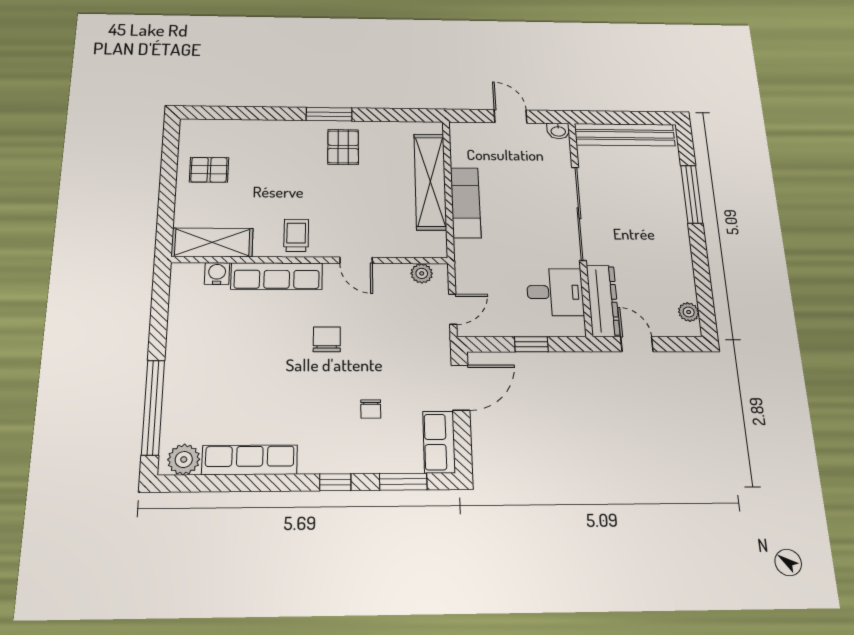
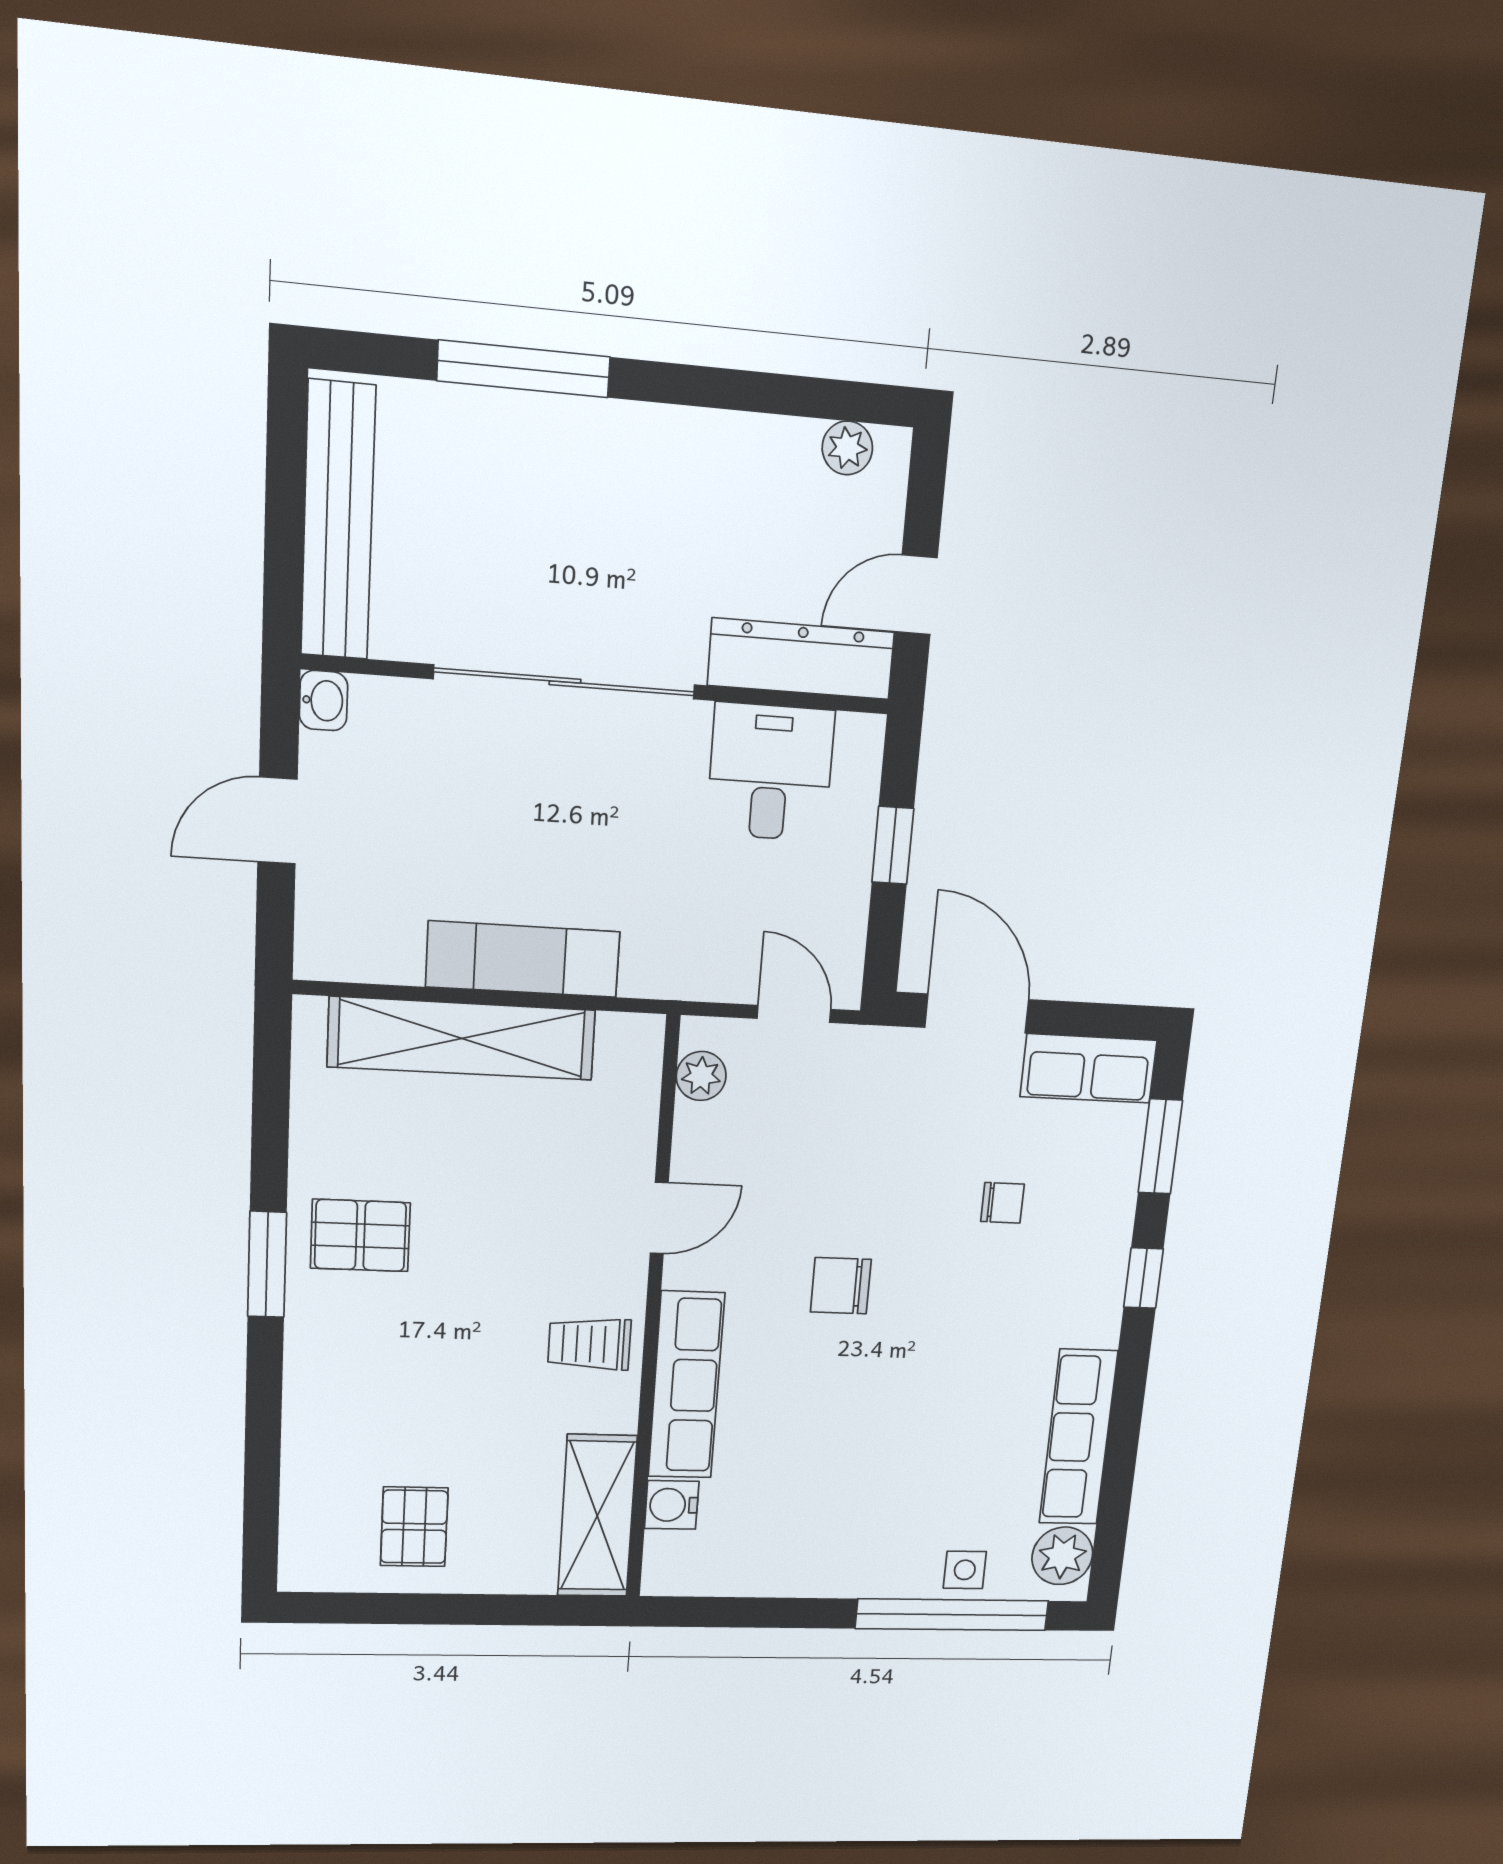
side table: (178, 411) -> (965, 1570), added

